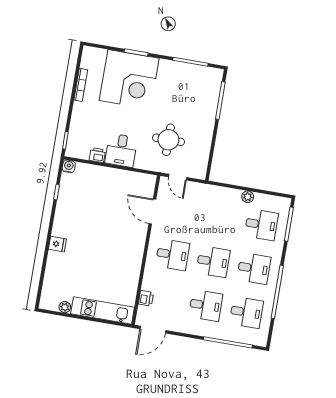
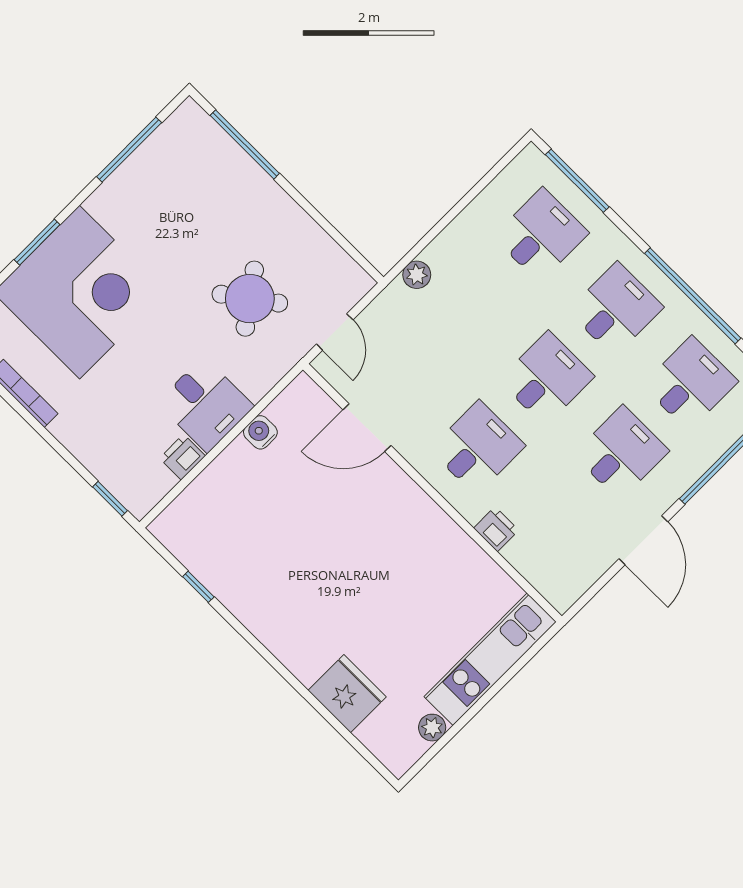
round table: (168, 140) -> (250, 299), turned -36
water cooler: (69, 166) -> (260, 432), moved
door: (178, 177) -> (335, 332), hinge flipped
plant: (248, 197) -> (417, 275), moved
fridge: (57, 244) -> (347, 694), moved, width x1.88, depth x1.34
printer: (146, 298) -> (496, 529), moved
door: (153, 330) -> (643, 540), moved

